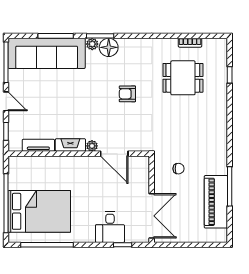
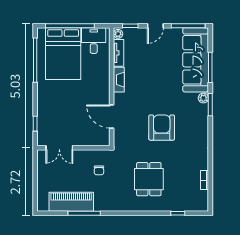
floor lamp: (109, 47) -> (201, 112), removed
dining table: (183, 78) -> (149, 179), moved
armchair: (127, 94) -> (162, 128), width x1.88, depth x1.88
plant: (92, 146) -> (118, 34), moved
door: (114, 154) -> (112, 117), hinge flipped
double door: (152, 216) -> (59, 148), width x0.73
desk: (110, 227) -> (94, 41), moved, turned 90

